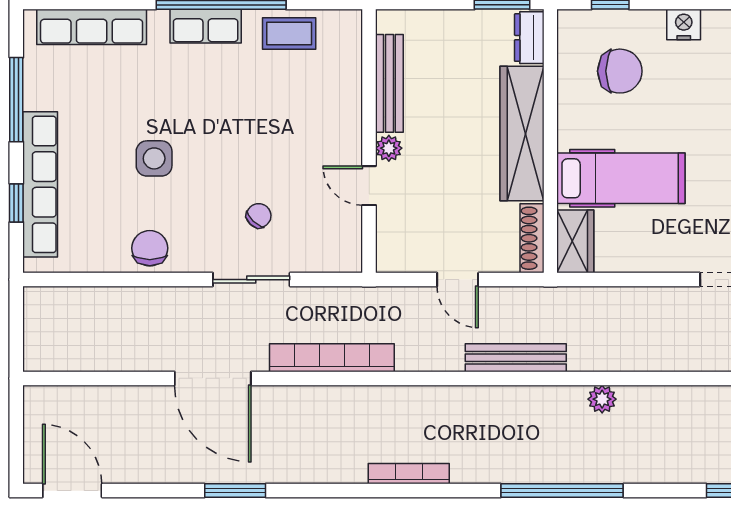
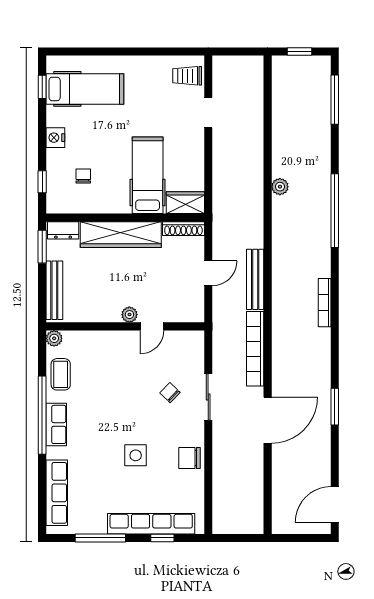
plant: (349, 23) -> (54, 338), added
chair: (620, 71) -> (83, 176), width x0.54, depth x0.54
bench: (389, 83) -> (54, 290), moved, turned 90
bench: (516, 358) -> (255, 279), moved

